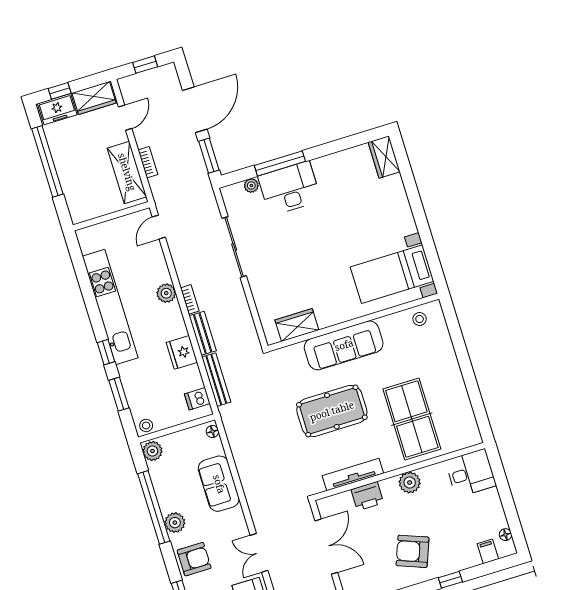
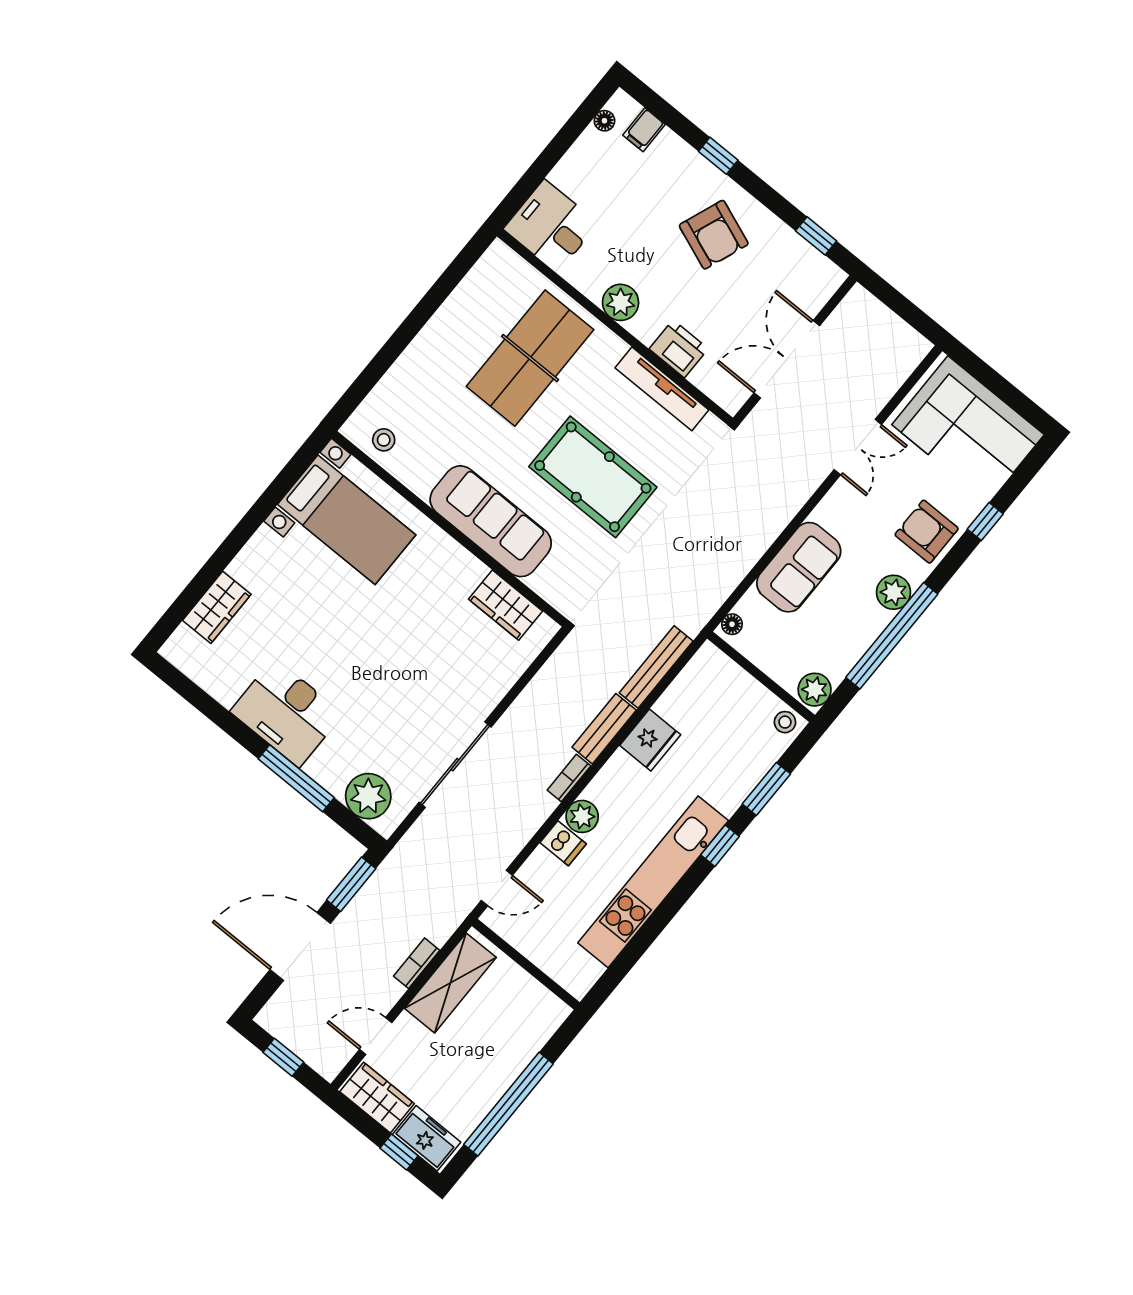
wardrobe: (384, 157) -> (217, 607), moved
plant: (251, 185) -> (368, 796), width x1.87, depth x1.87
desk: (290, 188) -> (287, 713), moved
dishwasher: (197, 399) -> (563, 843), moved

